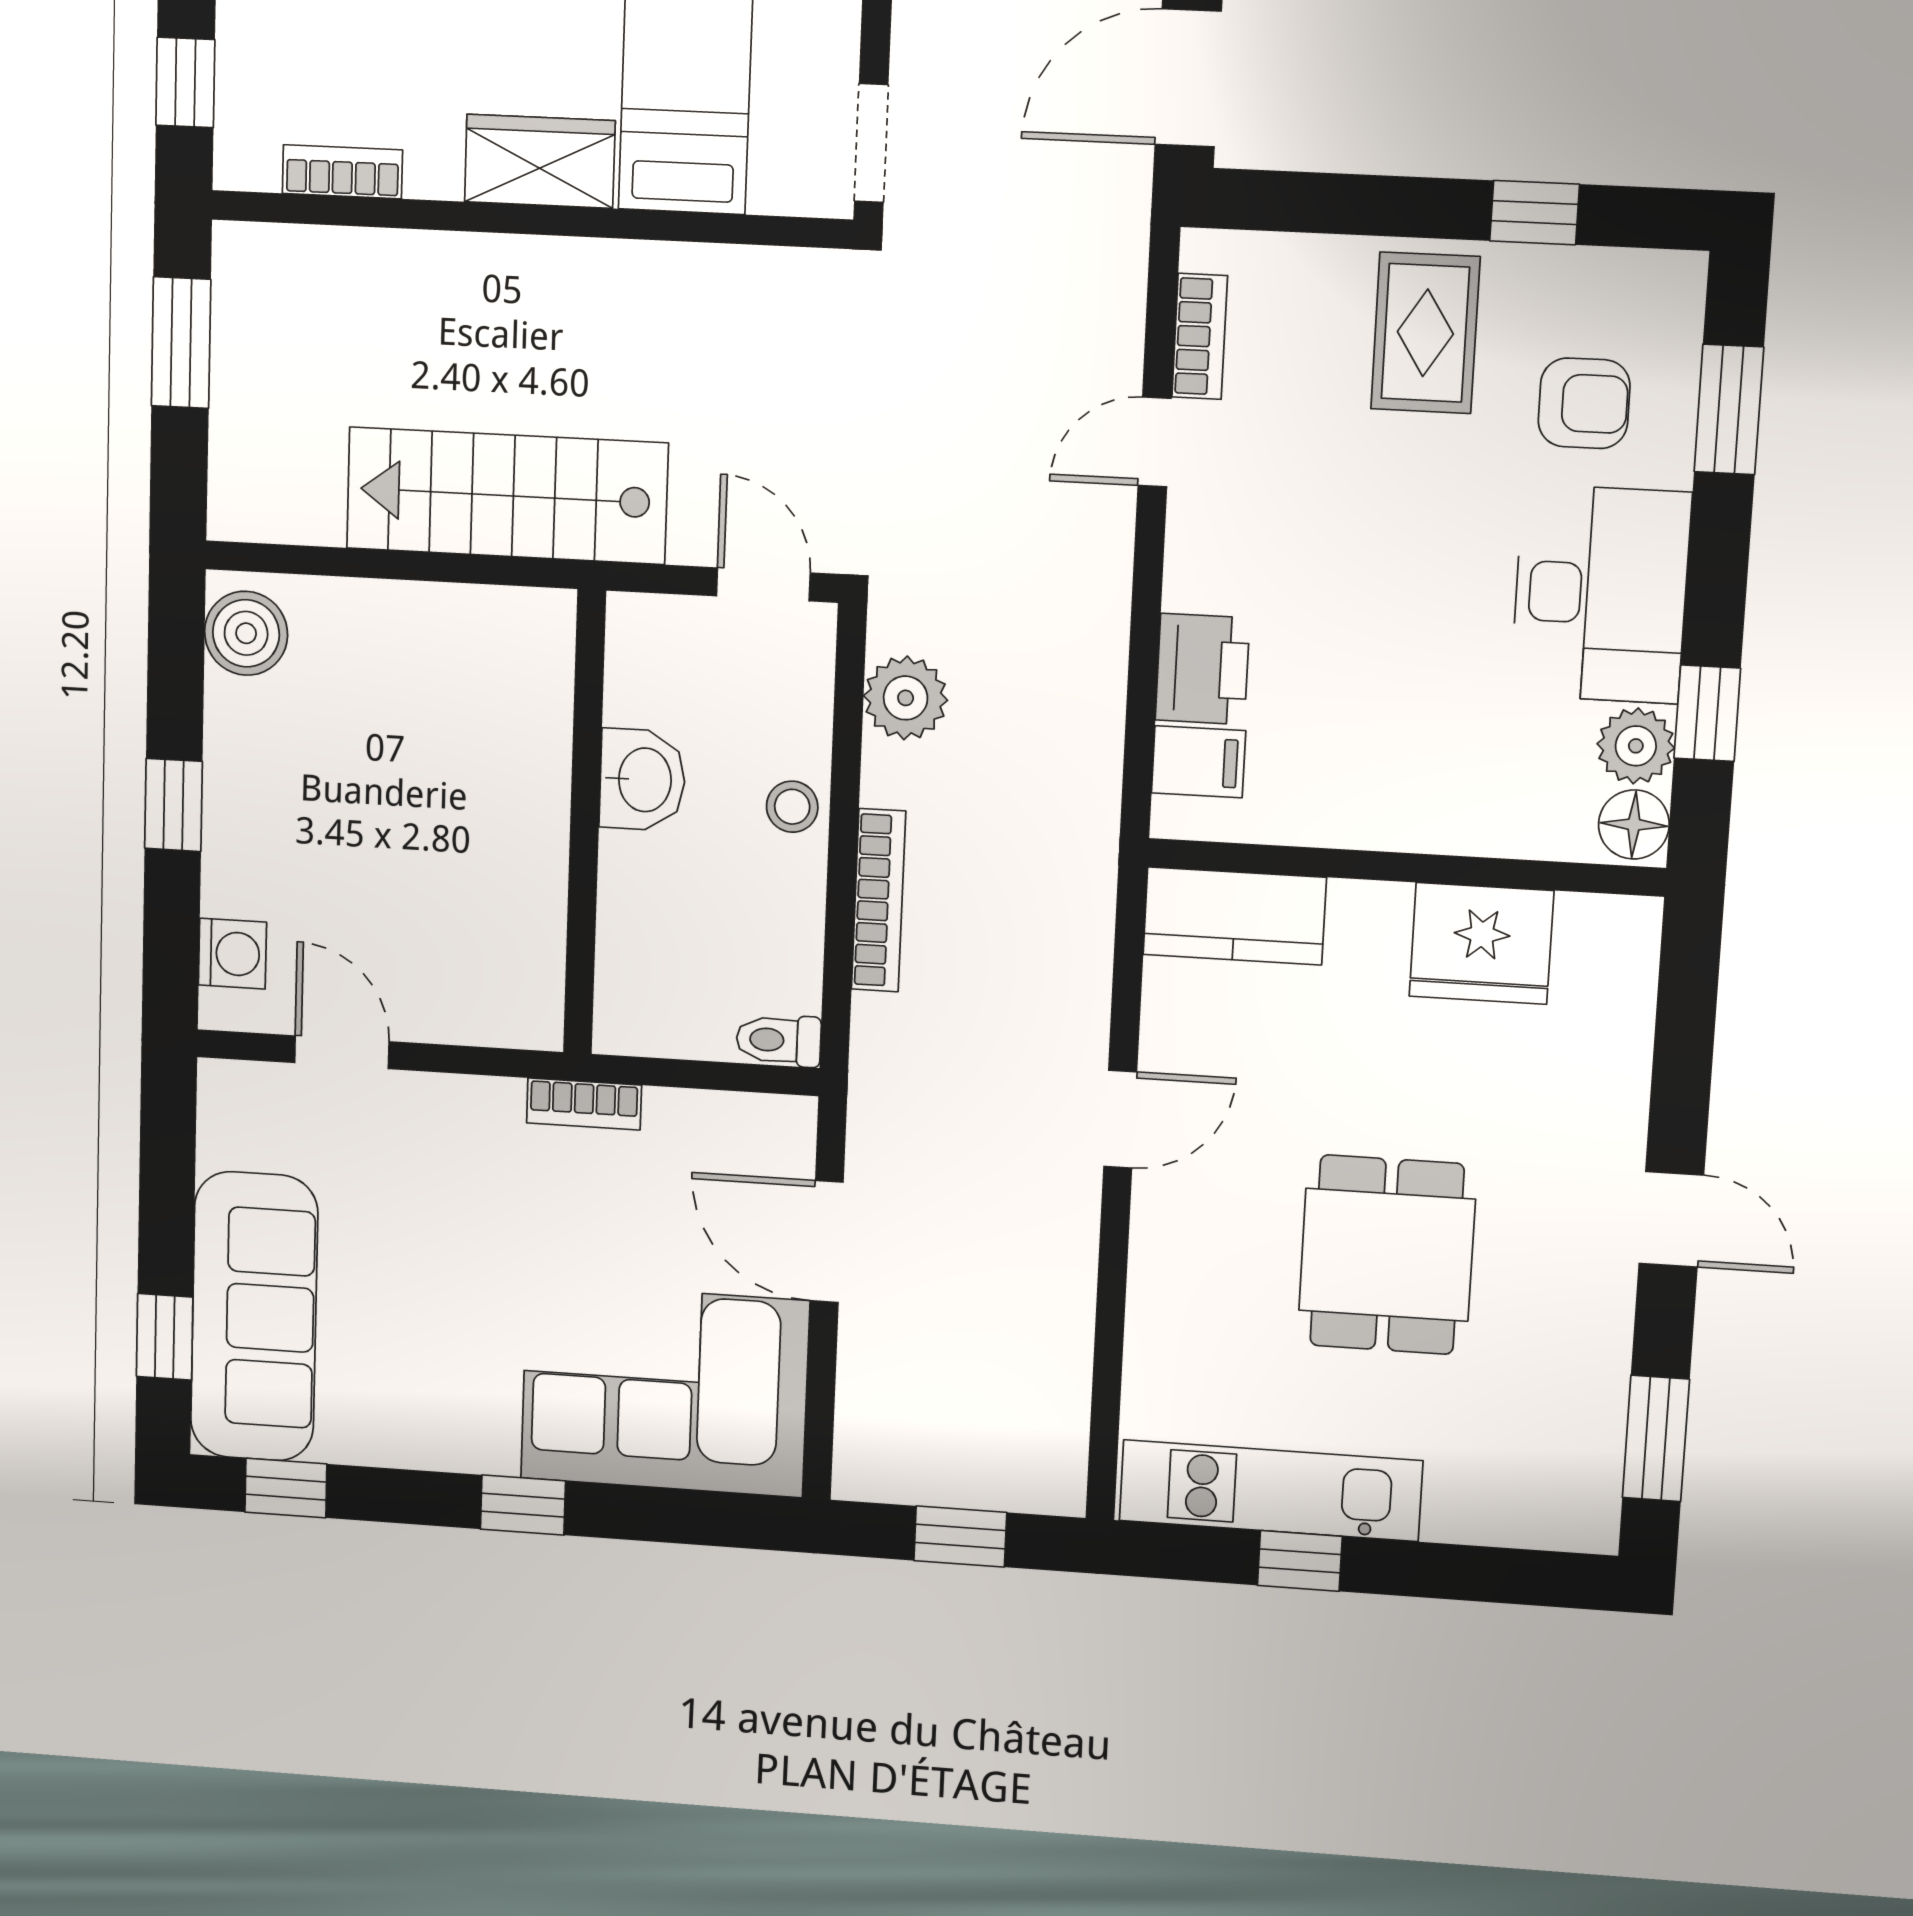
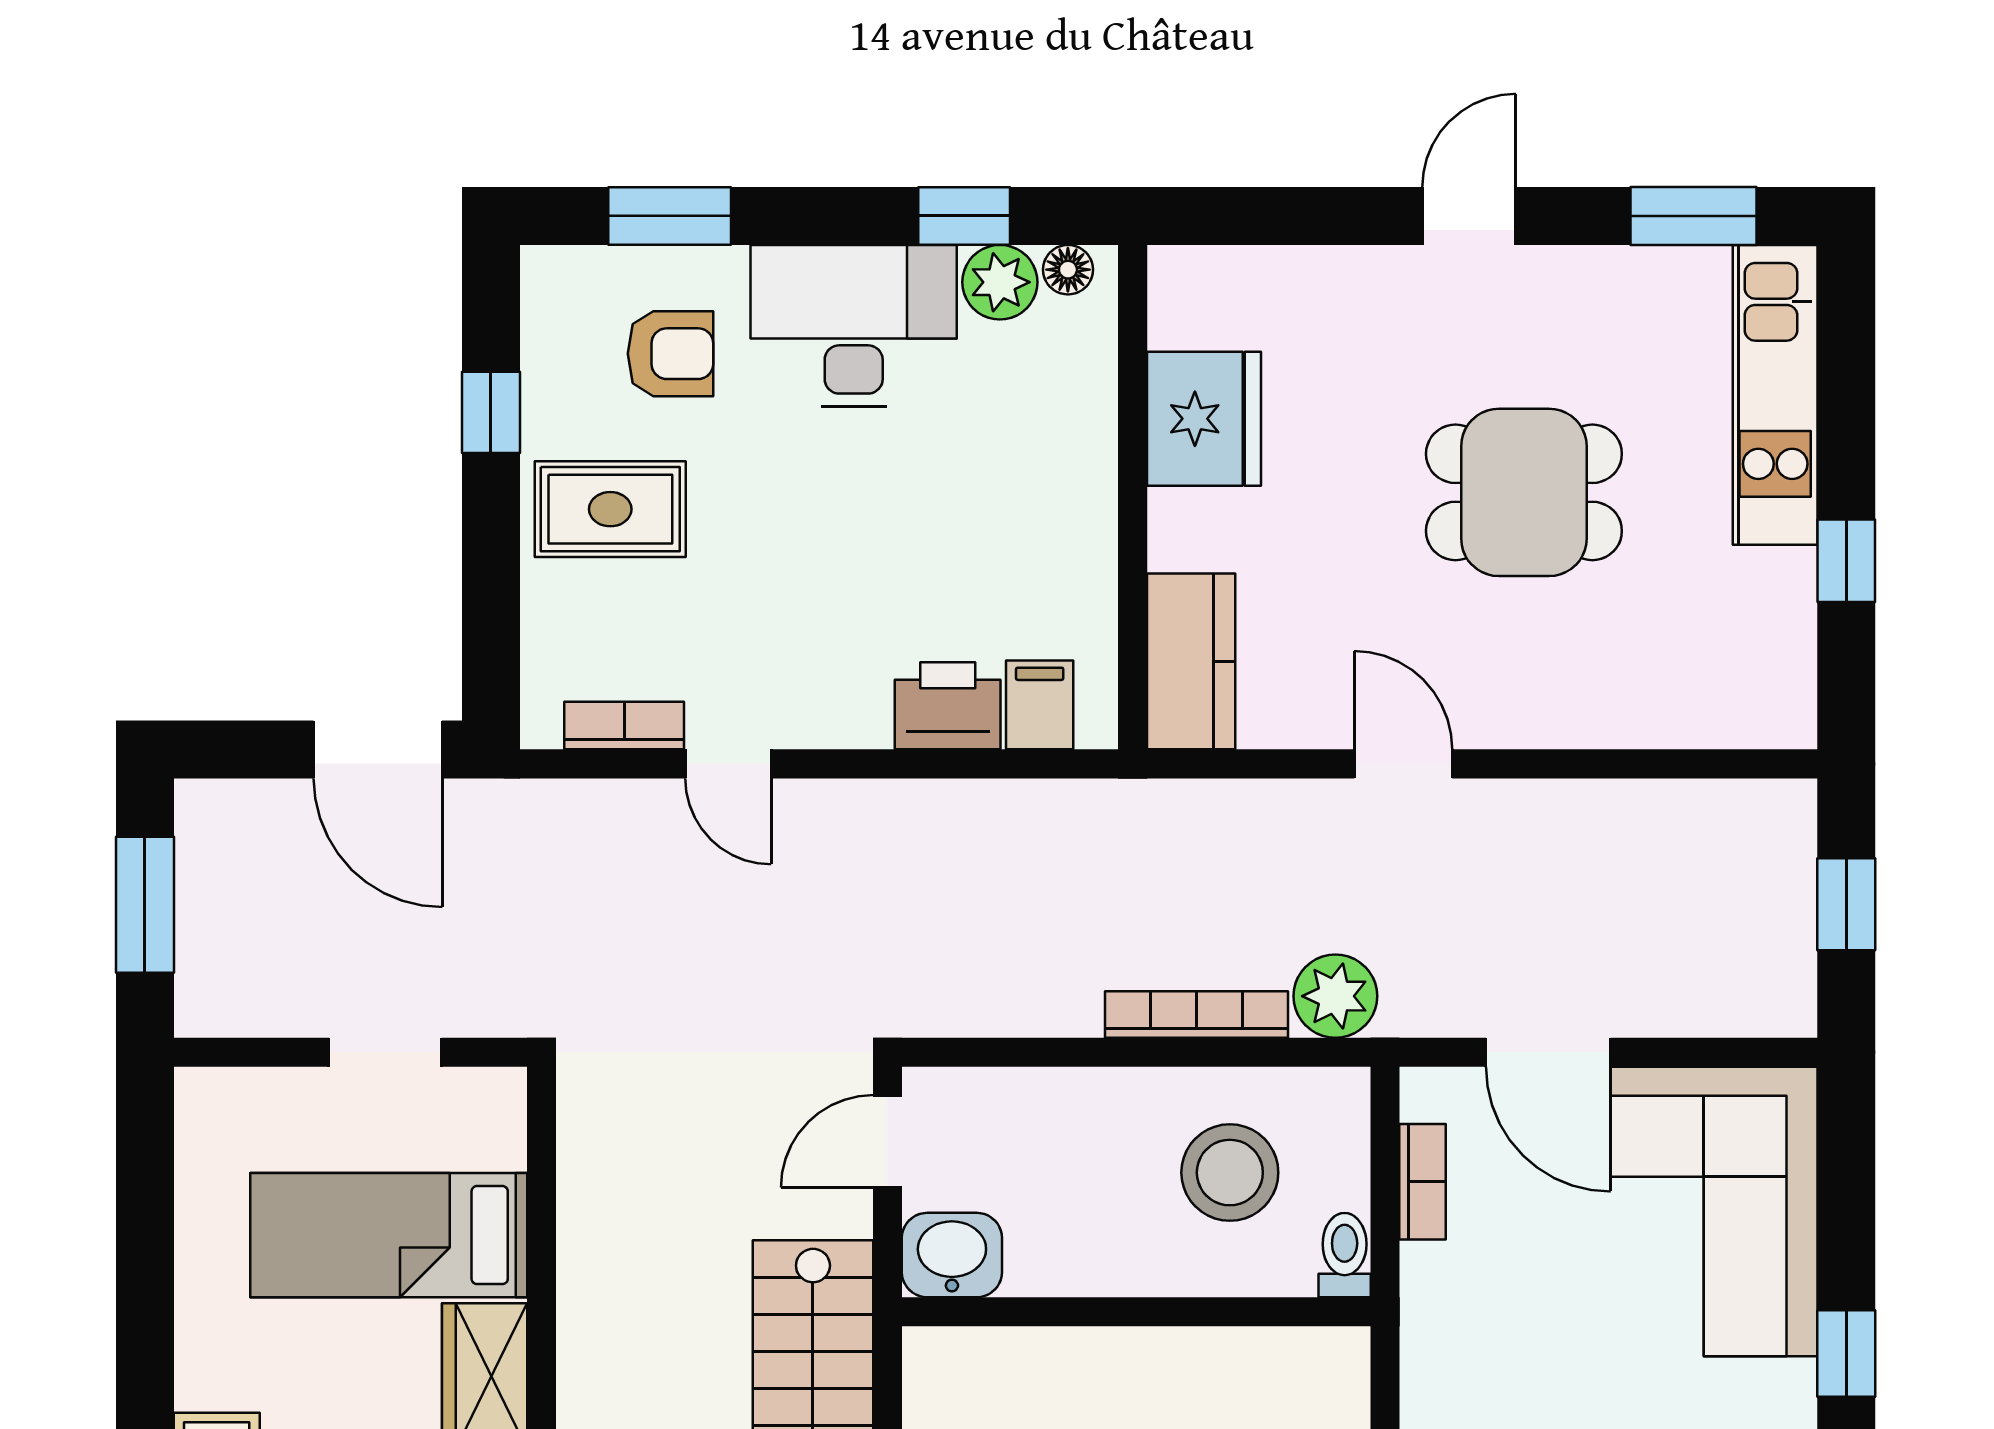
doorway: (871, 143) -> (385, 1052), moved
armchair: (1584, 403) -> (670, 354), turned 90
plant: (906, 698) -> (1335, 996), moved
washbasin: (642, 780) -> (952, 1255), moved
stool: (792, 807) -> (1230, 1173), moved, width x1.89, depth x1.89
floor lamp: (1634, 824) -> (1068, 270), width x0.73, depth x0.73
toilet: (779, 1040) -> (1345, 1255), moved, turned 180
bookcase: (584, 1104) -> (1423, 1182), moved
door: (827, 1242) -> (1548, 1052), hinge flipped
kitchen unit: (1271, 1491) -> (1775, 395), moved

